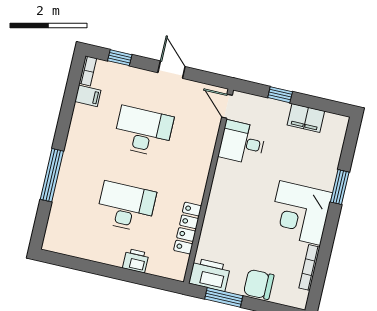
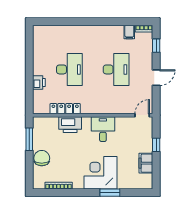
desk: (242, 143) -> (103, 129), moved
window: (52, 175) -> (78, 22), removed
corner desk: (300, 213) -> (100, 173), moved
printer: (209, 275) -> (70, 125), moved, turned 90

